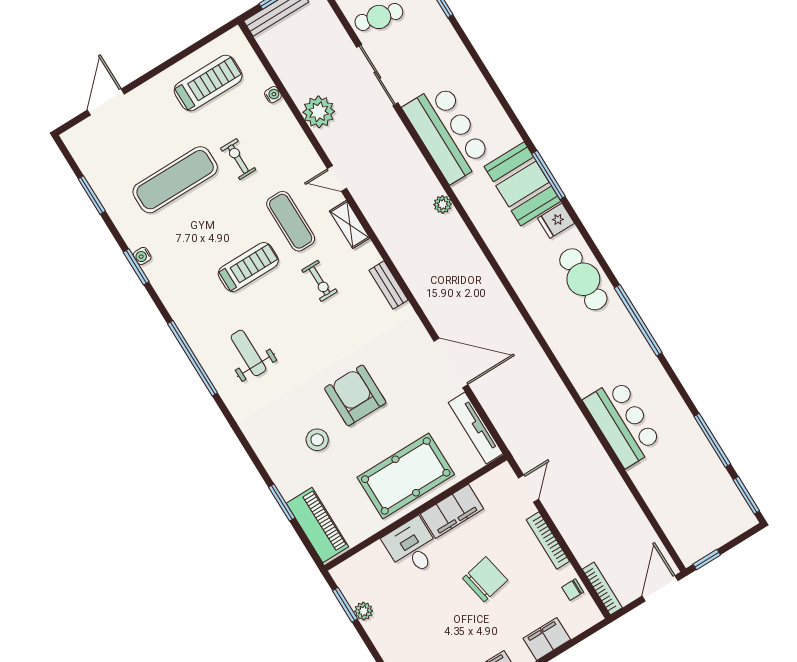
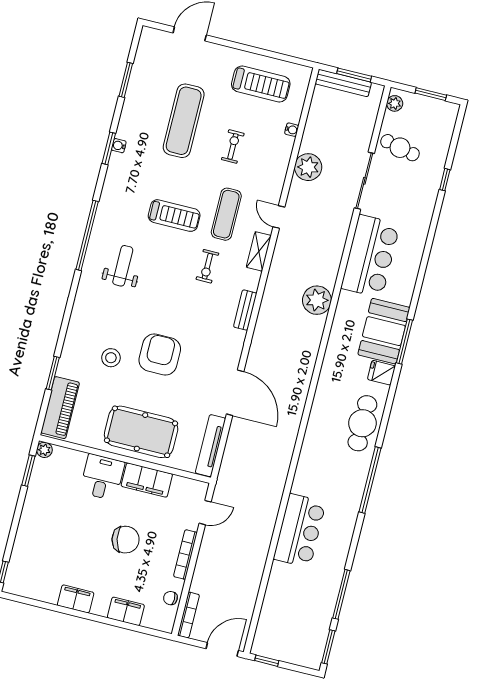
exercise mat: (175, 180) -> (184, 121), turned 90
plant: (443, 204) -> (317, 300), width x1.88, depth x1.88
plant: (364, 611) -> (44, 450), moved

